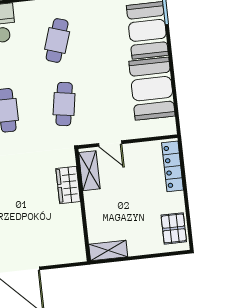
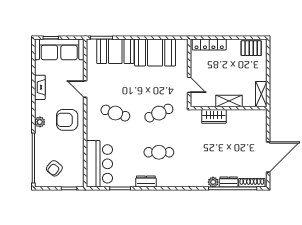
cafe table: (64, 104) -> (159, 113), turned -33
door: (110, 144) -> (189, 85), hinge flipped
shelving: (89, 171) -> (229, 101), moved

